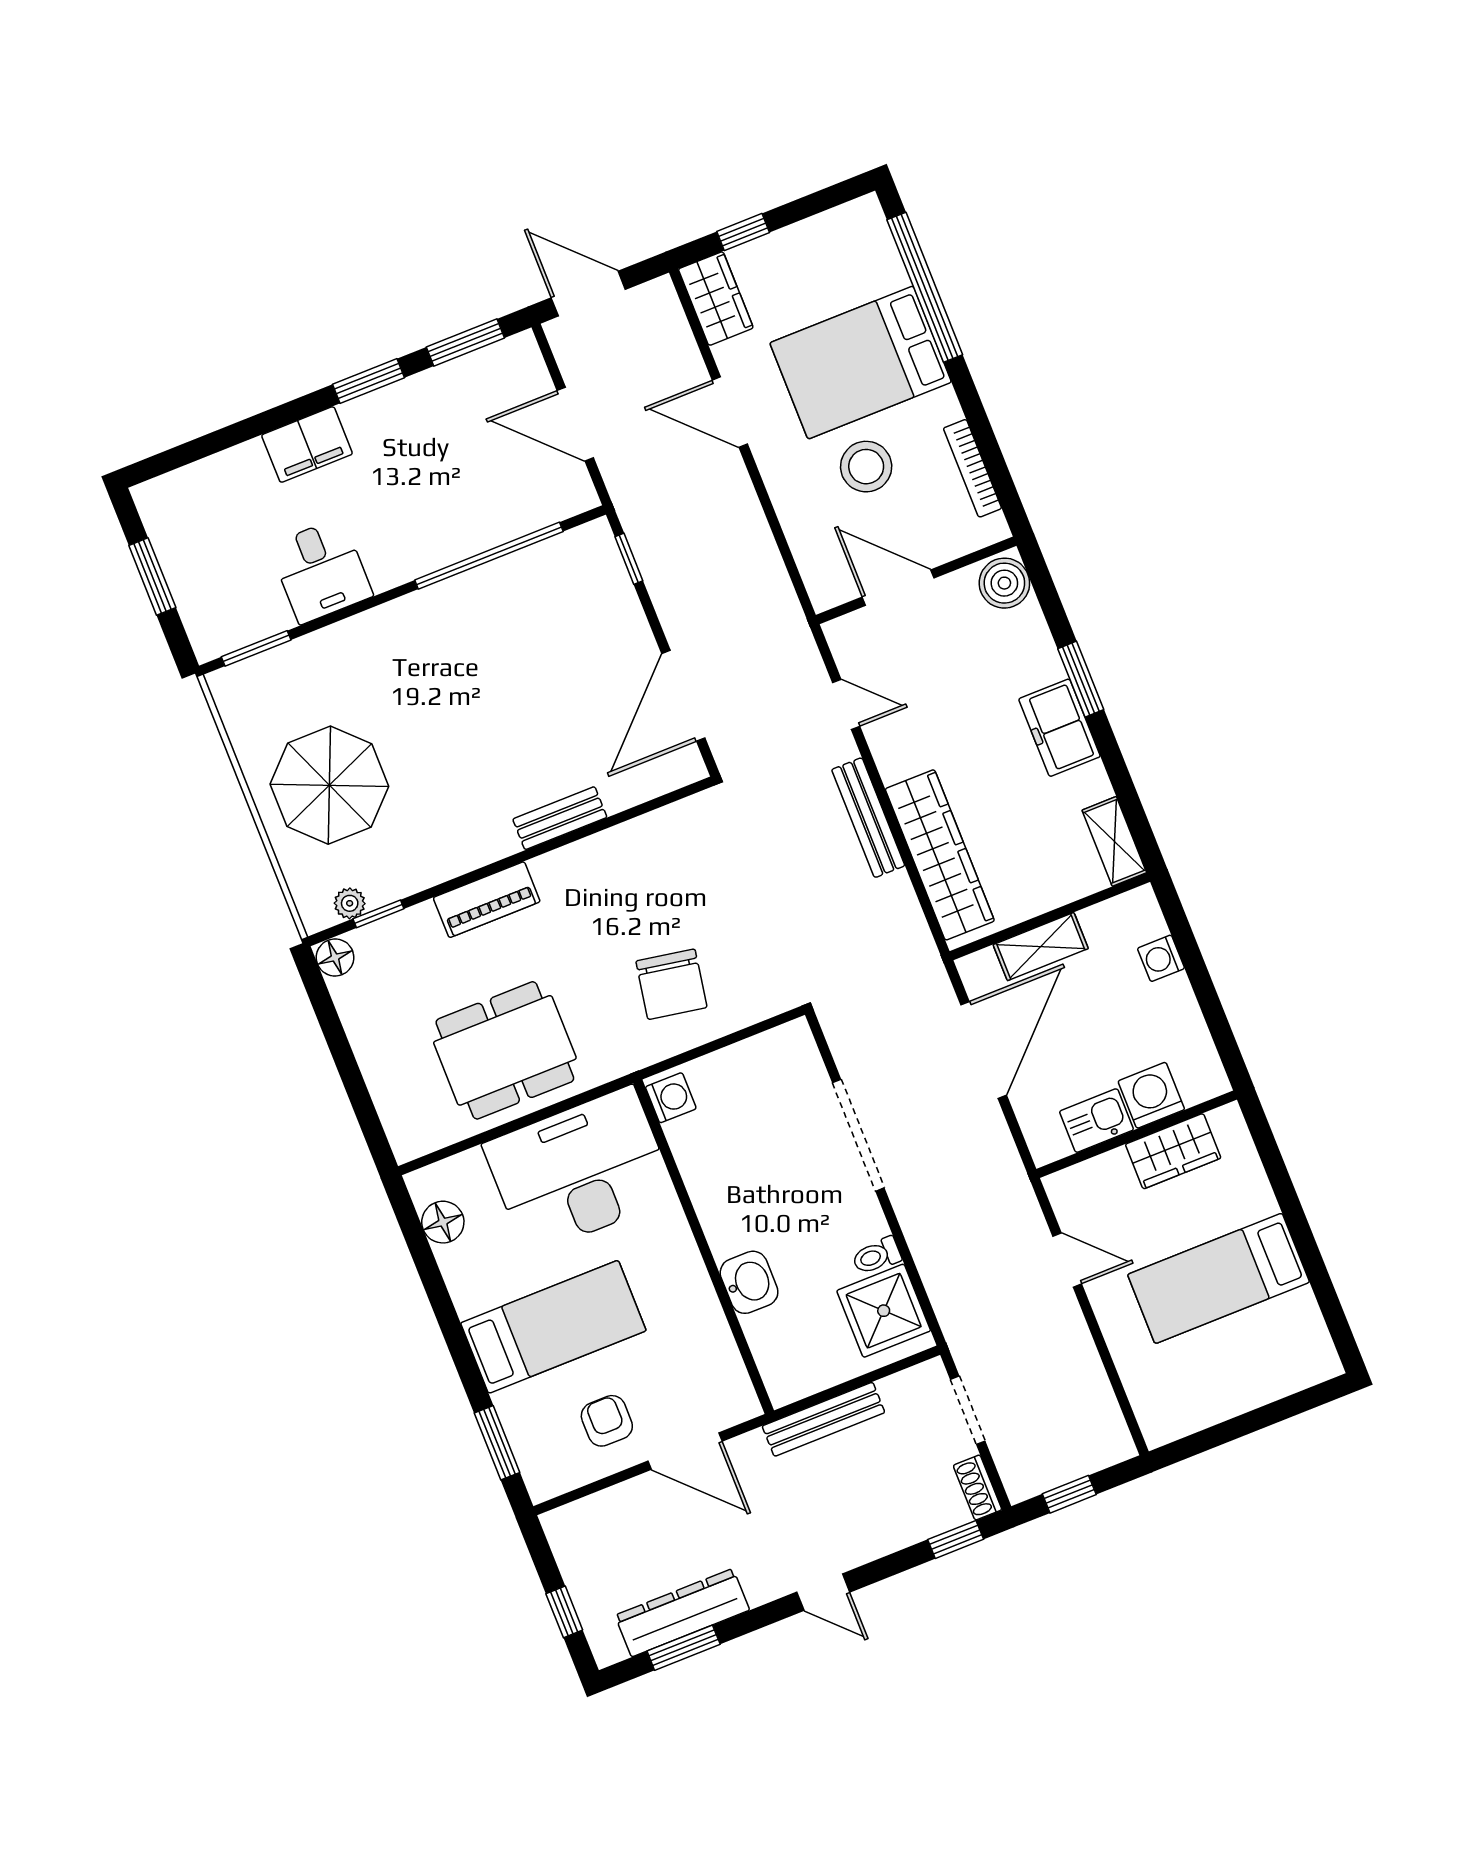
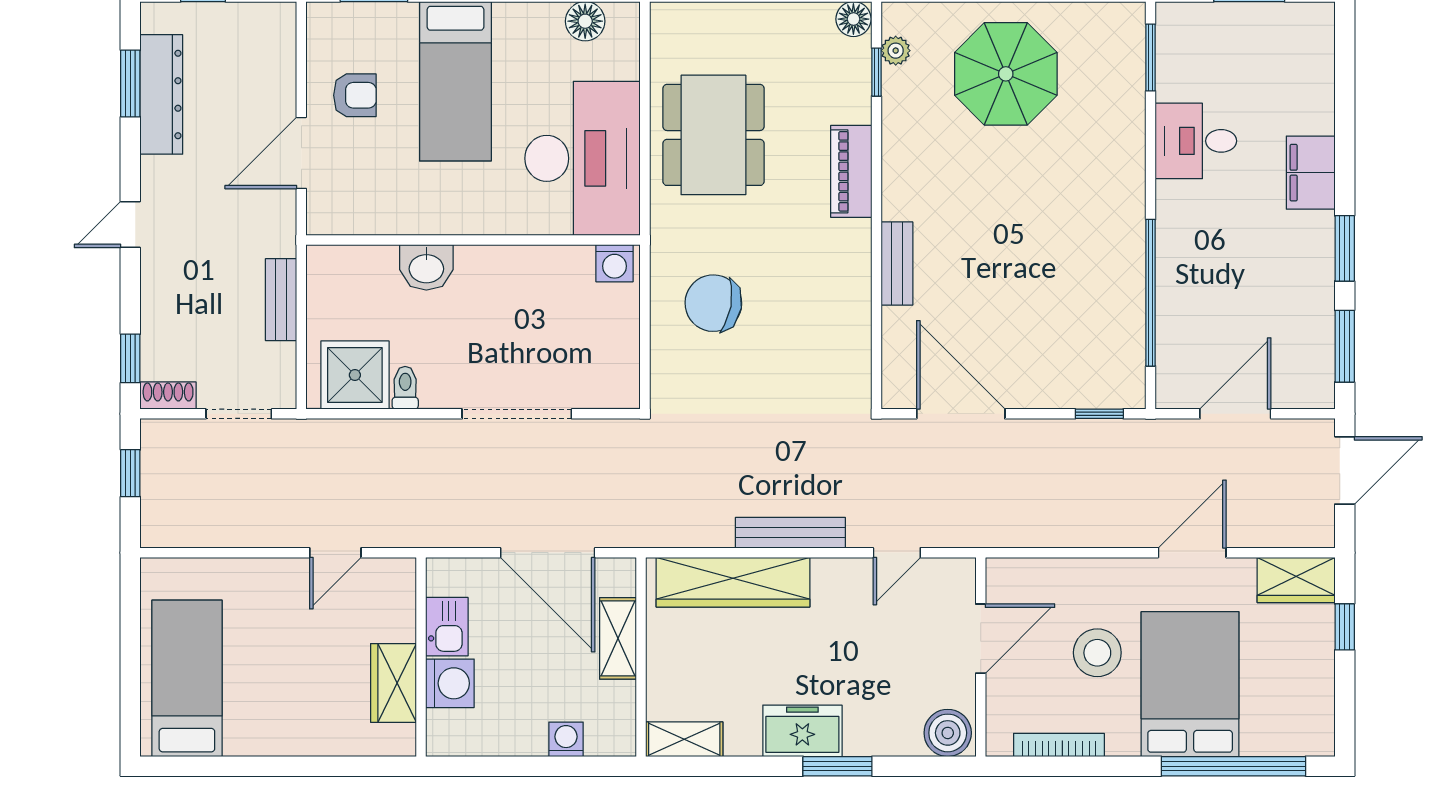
bed: (1219, 1278) -> (187, 678), moved
bench: (823, 1419) -> (281, 300), width x0.73

